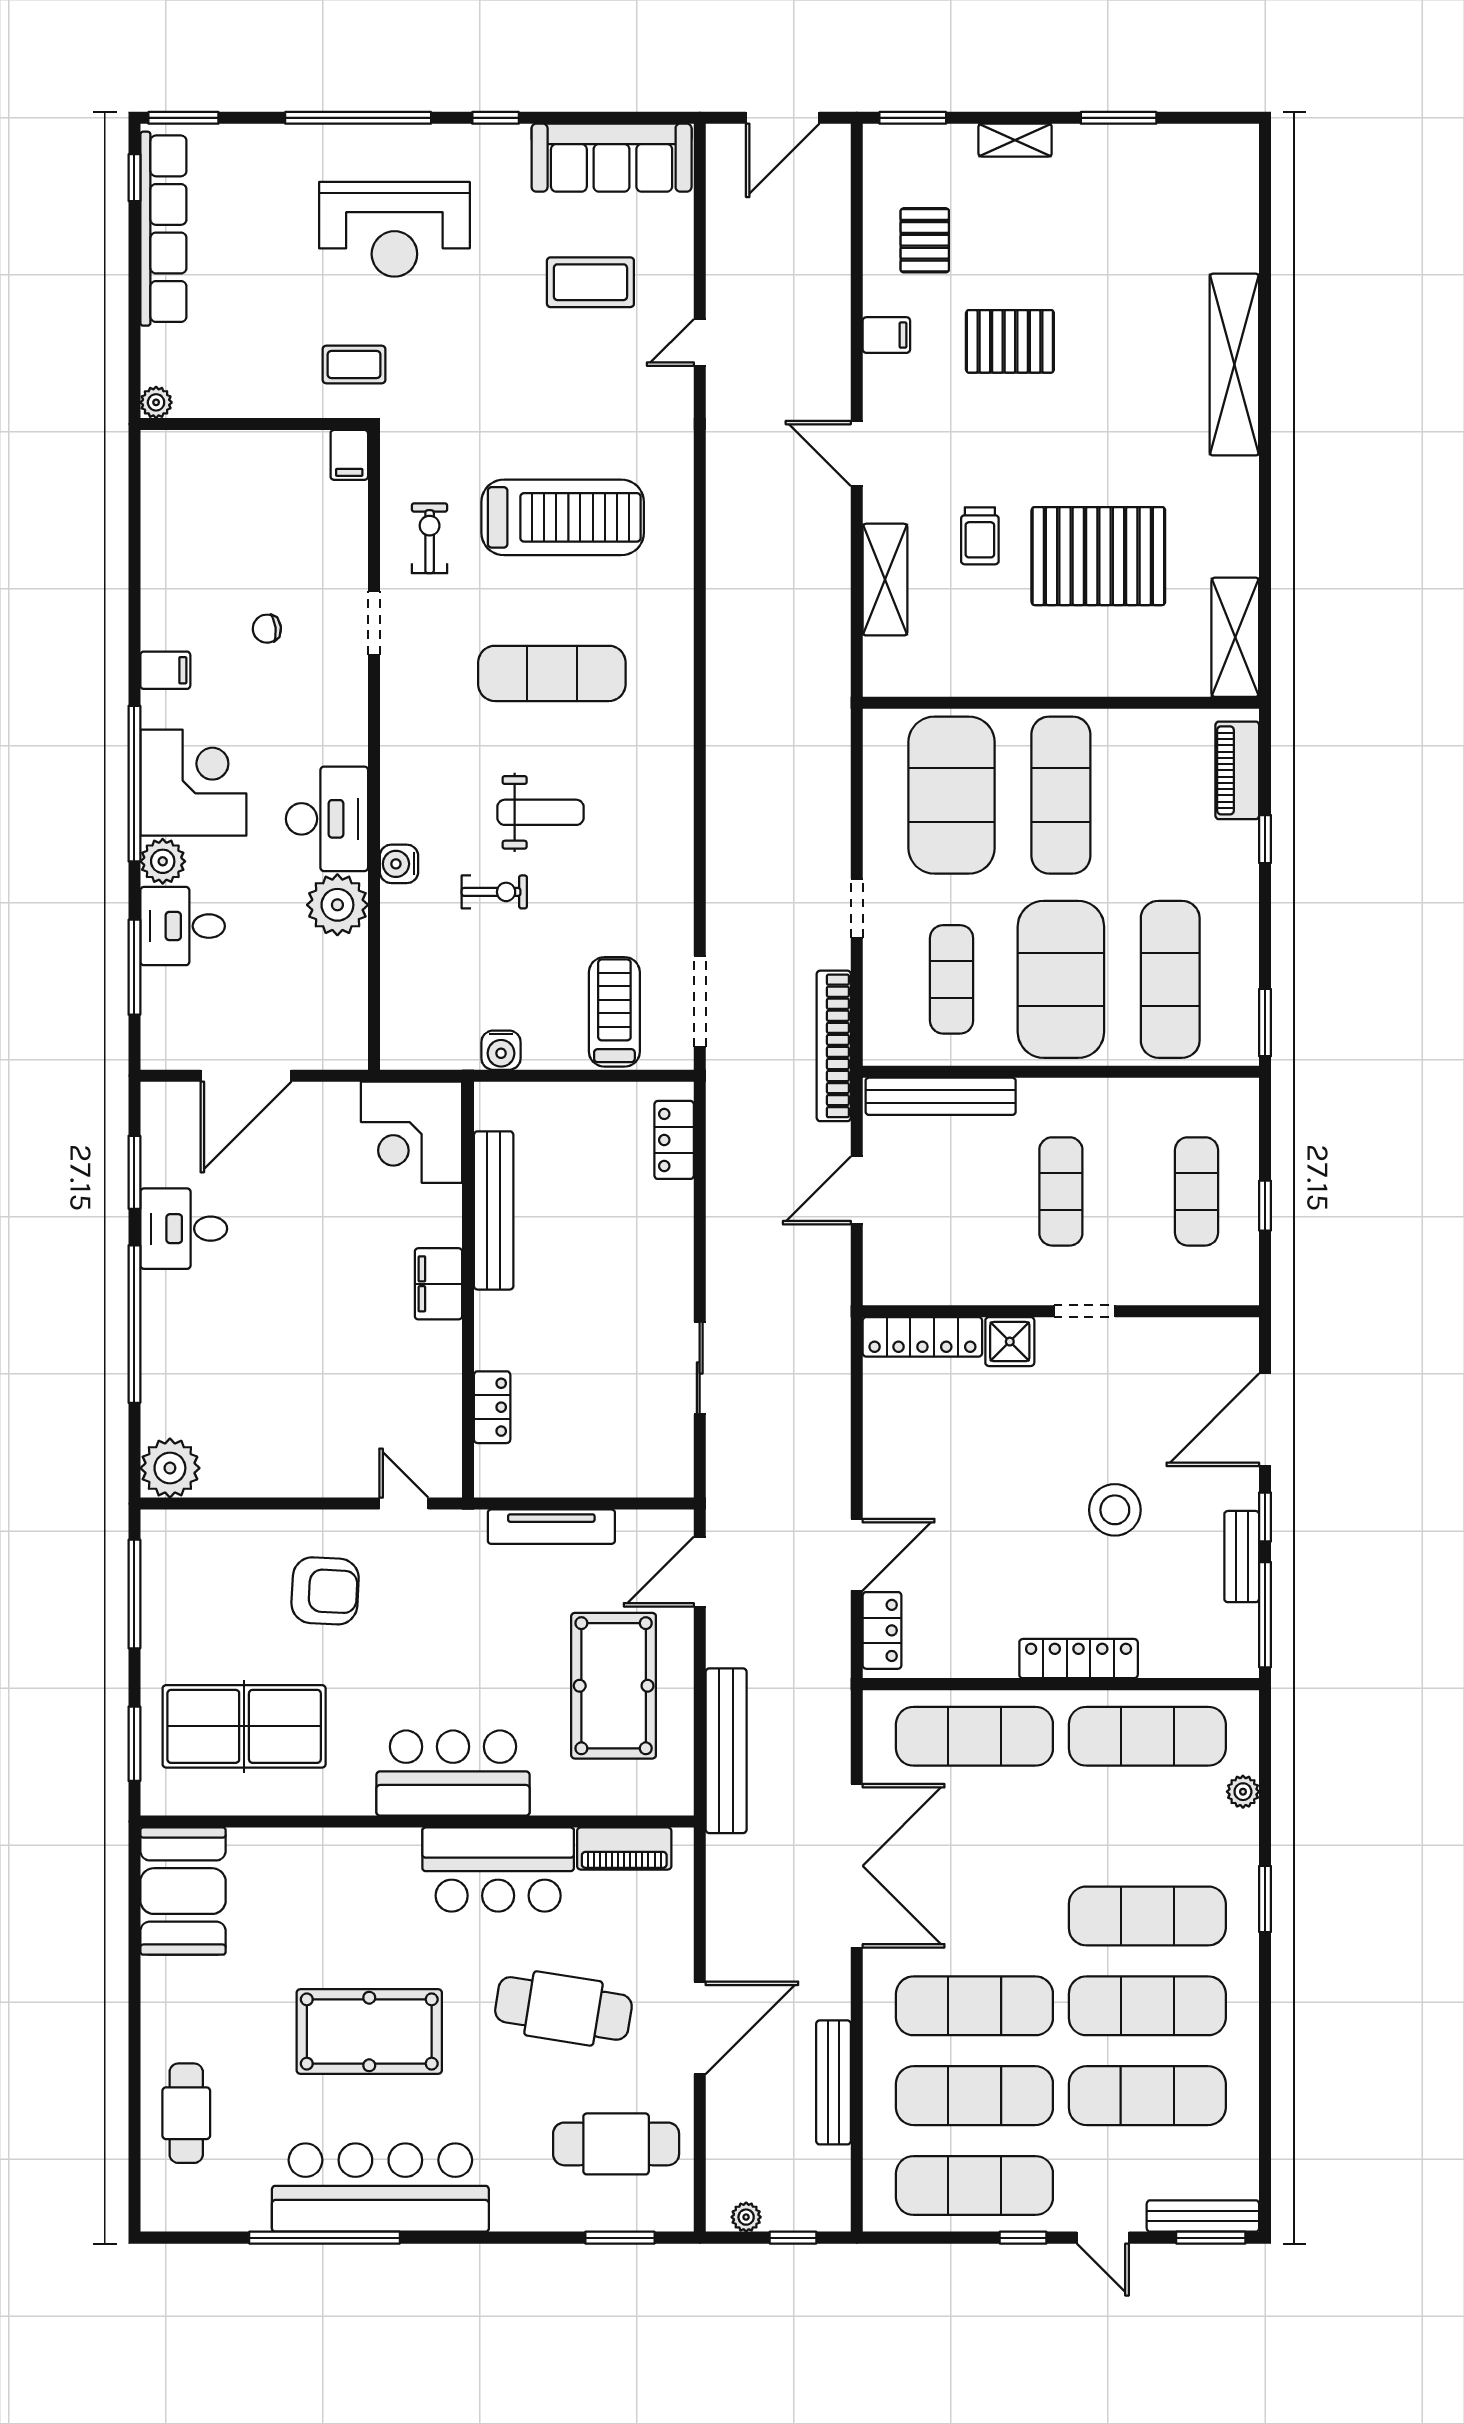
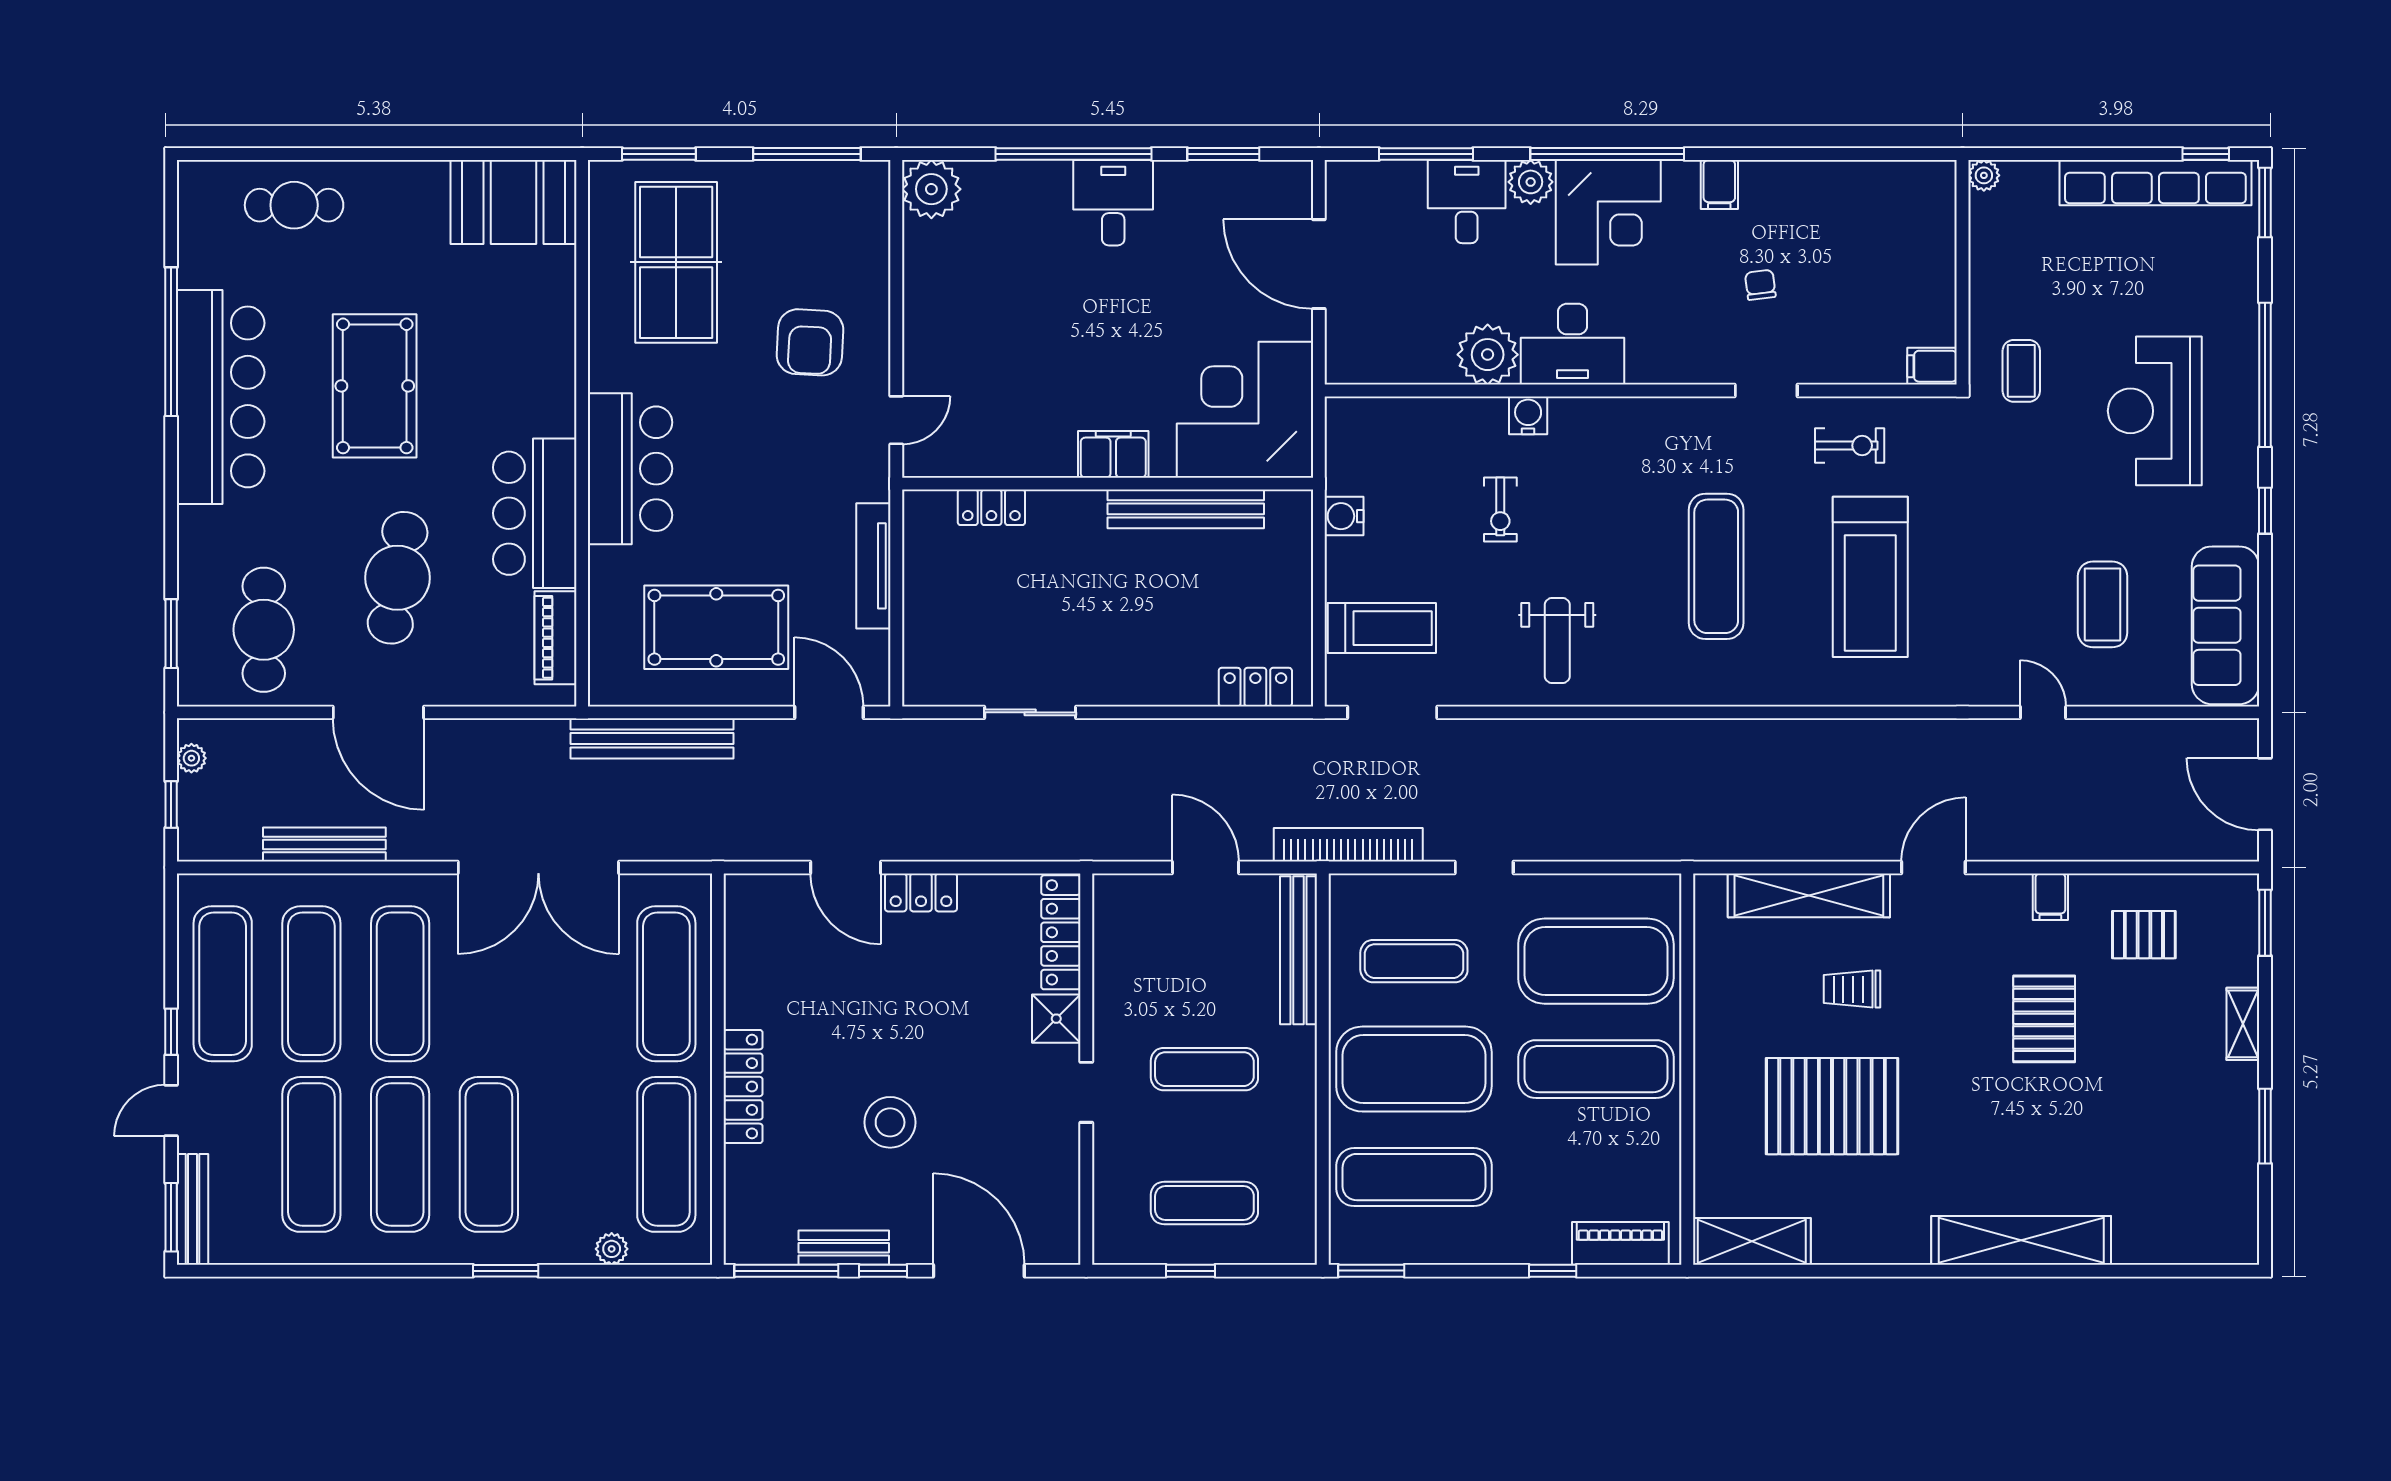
pallet: (1098, 556) -> (1832, 1106), turned 90
shelving: (885, 580) -> (1809, 895), width x1.47
weight bench: (541, 812) -> (1557, 640), moved
corner desk: (412, 1132) -> (1245, 410), width x1.36, depth x1.36
desk: (184, 1229) -> (1113, 203), moved
locker: (882, 1630) -> (921, 892), moved

